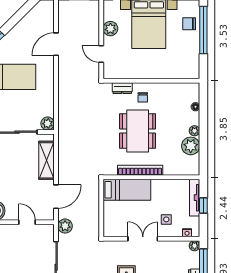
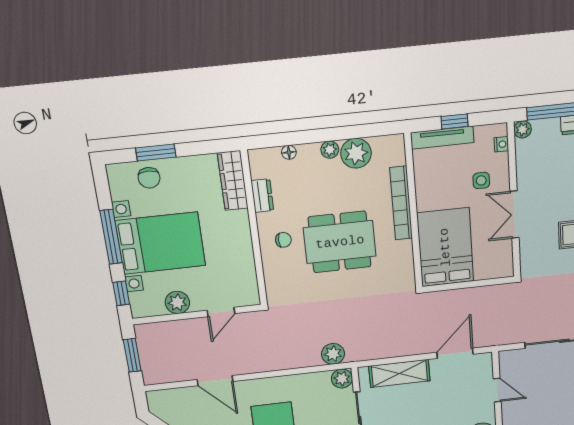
window: (203, 30) -> (156, 153), width x0.47
wardrobe: (182, 72) -> (233, 181), added
dresser: (122, 88) -> (262, 196), moved
bookcase: (140, 170) -> (401, 203), moved
bed: (127, 190) -> (445, 247), width x1.50
door: (56, 197) -> (455, 353), hinge flipped
door: (27, 222) -> (497, 390), swing flipped
plant: (65, 226) -> (333, 354), moved

